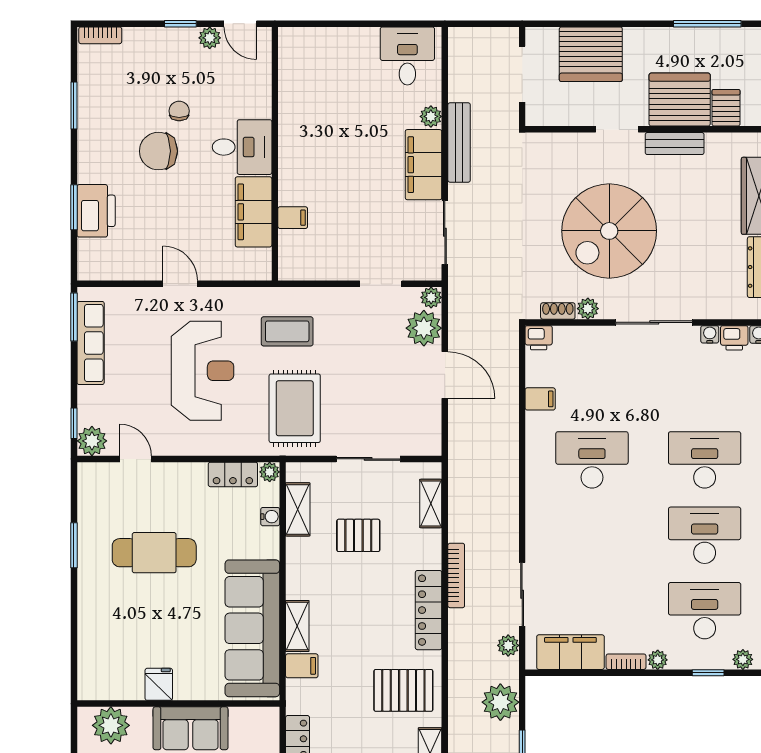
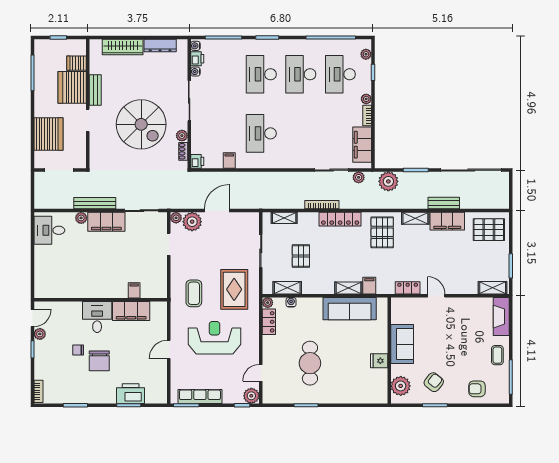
rug: (295, 408) -> (234, 289), turned 90
sofa: (252, 628) -> (350, 309), width x0.74, depth x0.79

